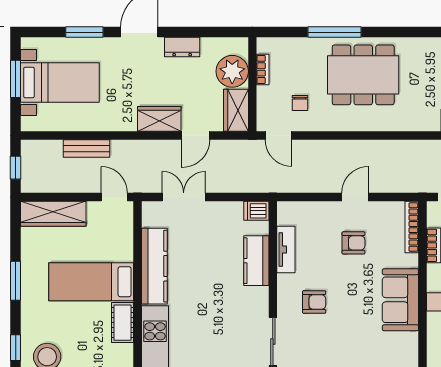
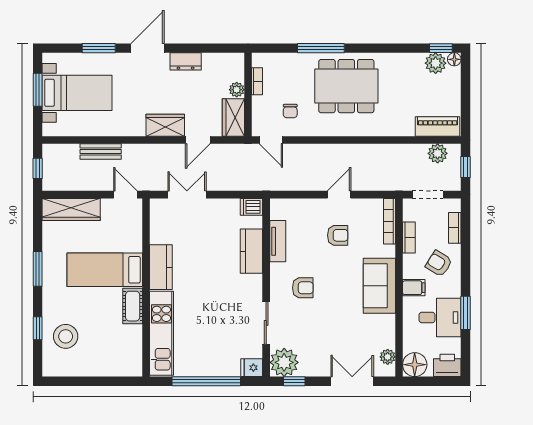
plant: (232, 71) -> (237, 90), width x0.53, depth x0.53
kitchen counter: (154, 266) -> (161, 267), width x0.67

